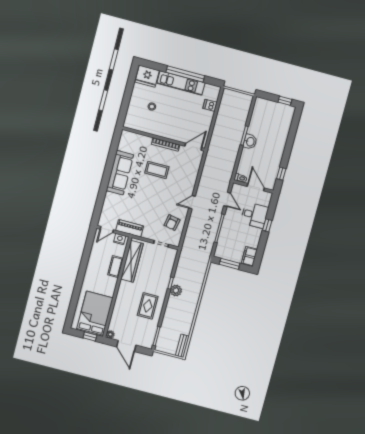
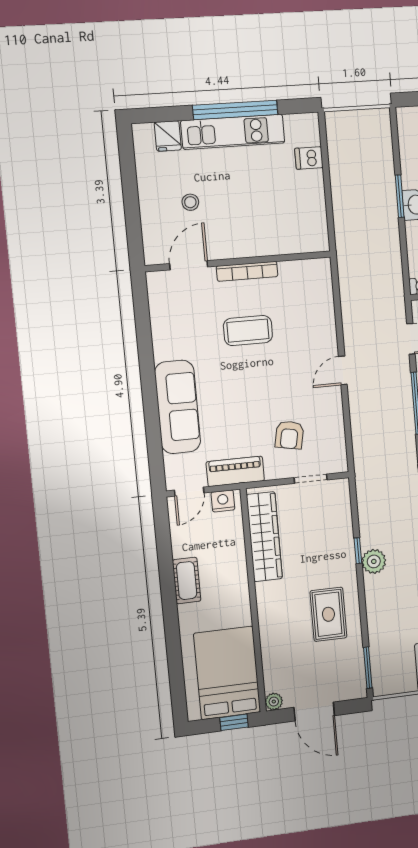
fridge: (147, 76) -> (168, 136), width x0.53, depth x0.75
door: (193, 147) -> (189, 265), moved
sofa: (120, 173) -> (178, 407), moved
armchair: (172, 223) -> (289, 435), moved
cot: (115, 267) -> (187, 581), moved

